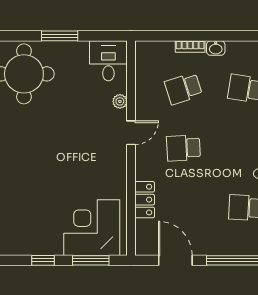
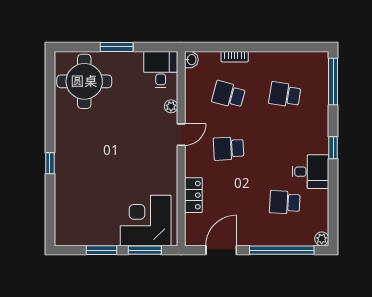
washbasin: (216, 48) -> (191, 60), moved, turned -90
school desk: (183, 89) -> (229, 95), turned 33
window: (43, 260) -> (101, 250), width x1.50
door: (175, 260) -> (221, 250), hinge flipped

